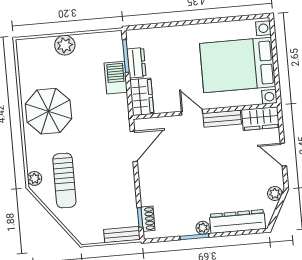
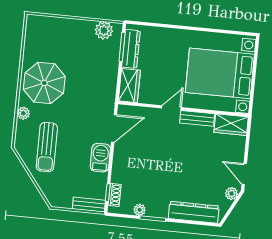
plant: (65, 45) -> (104, 30), moved
dresser: (136, 63) -> (131, 49), width x1.44
barbecue: (116, 78) -> (100, 158), moved
door: (192, 112) -> (171, 108), hinge flipped
door: (283, 155) -> (244, 174), moved
plant: (35, 178) -> (23, 113), moved
plant: (203, 228) -> (140, 210), moved

